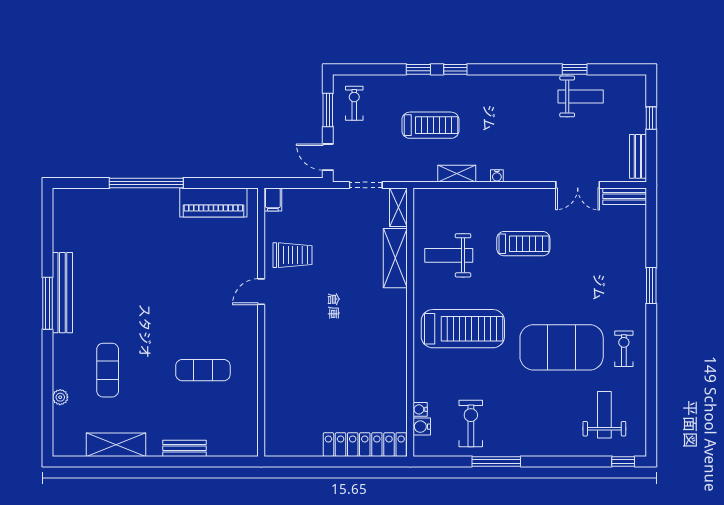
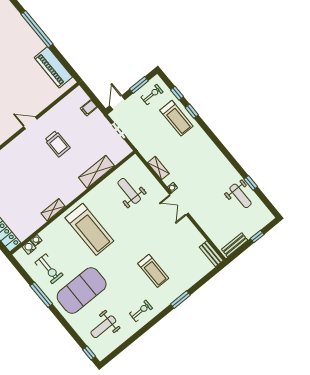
window: (455, 69) -> (177, 93), moved
treadmill: (430, 125) -> (176, 118), moved
double door: (578, 185) -> (179, 204), moved
filing cabinet: (273, 200) -> (89, 108), moved
shelving: (398, 207) -> (53, 210), moved
treadmill: (523, 244) -> (153, 271), moved
trolley: (293, 255) -> (57, 144), moved
weight bench: (449, 255) -> (129, 191), moved
exercise mat: (562, 347) -> (82, 290), moved, turned 90
weight bench: (604, 415) -> (103, 327), turned 180
exercise bike: (471, 423) -> (49, 269), turned 90

